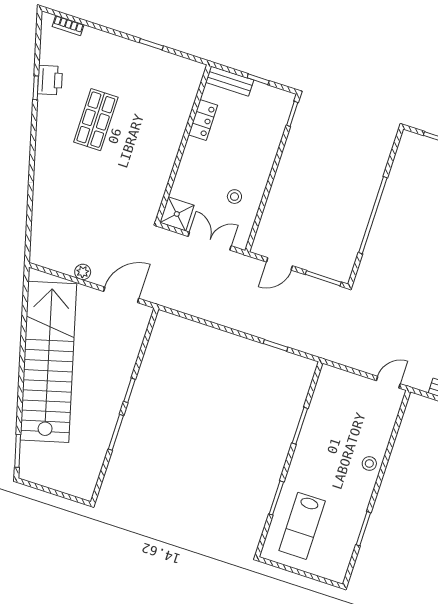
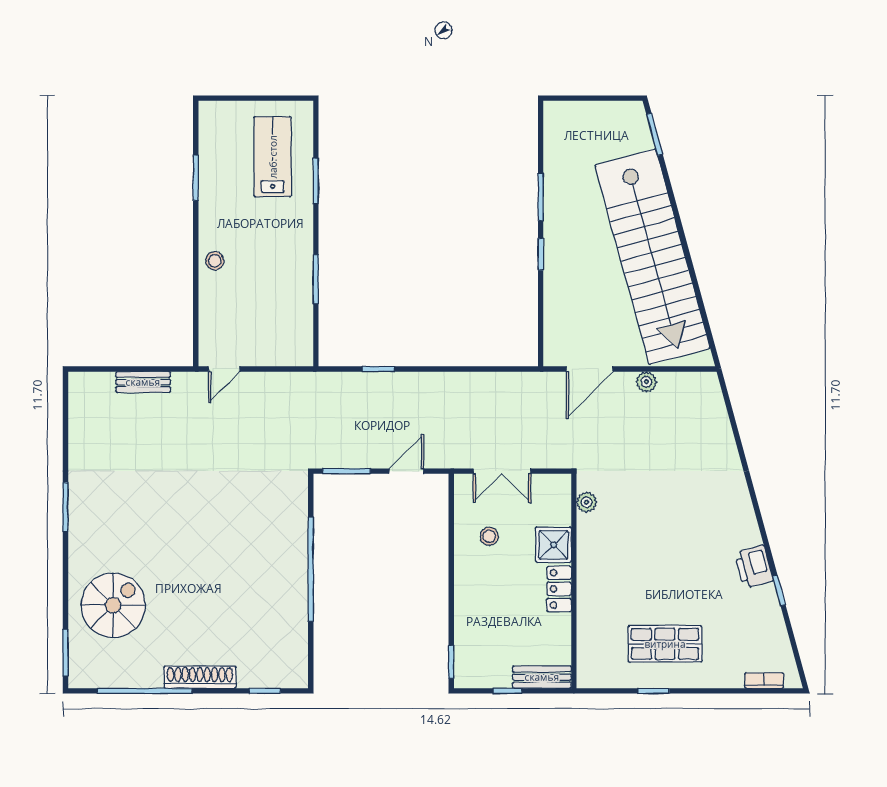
printer: (50, 80) -> (754, 567), moved
shop shelf: (96, 120) -> (665, 644), moved, turned 90
locker: (203, 120) -> (559, 589), moved
plant: (155, 198) -> (587, 502), added
shower: (177, 214) -> (554, 545), moved

